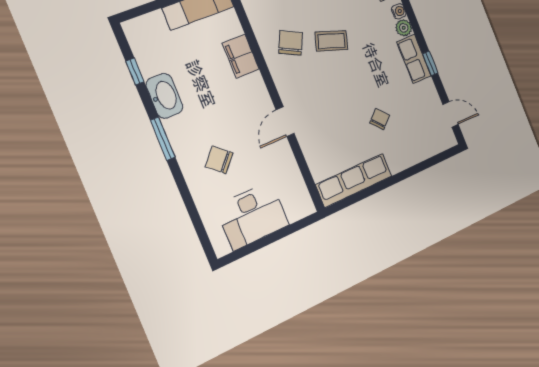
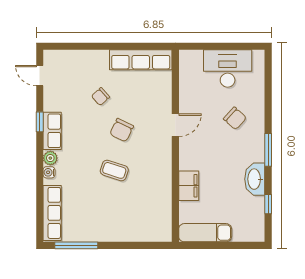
chair: (290, 43) -> (122, 130), moved

